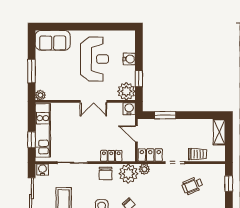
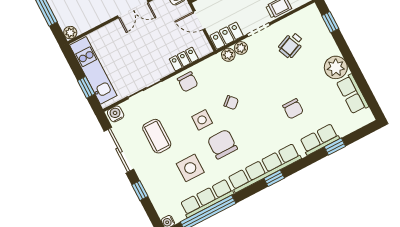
plant: (128, 174) -> (241, 48), moved, width x0.53, depth x0.53

